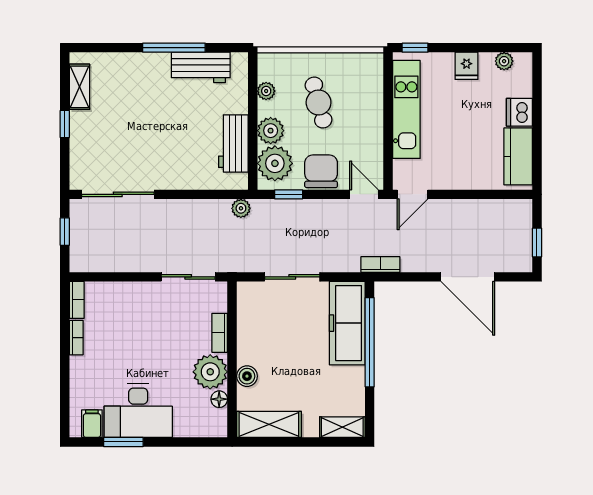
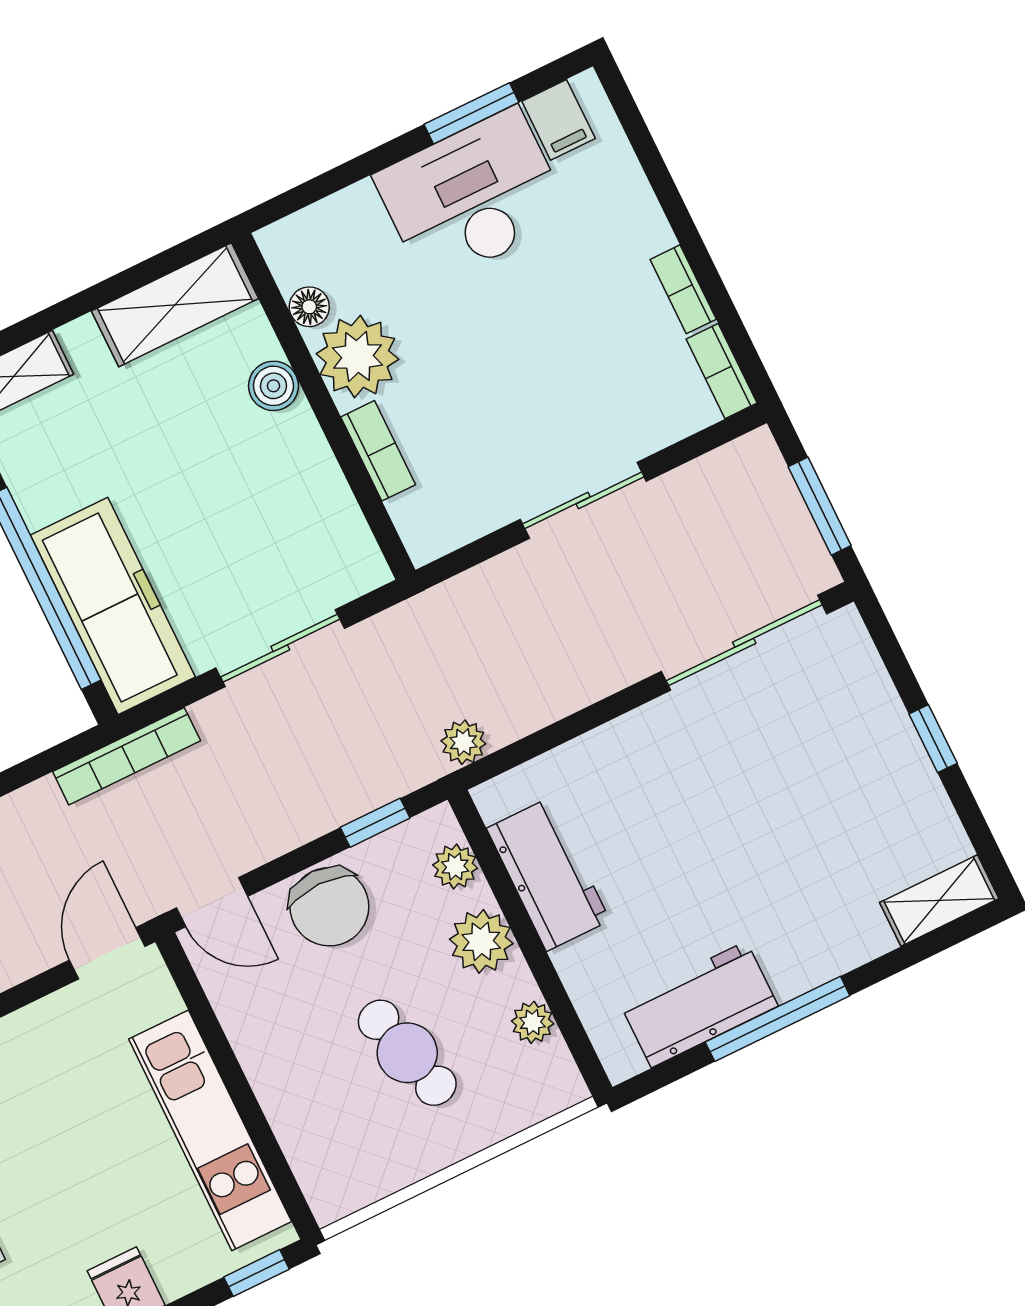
shelving: (80, 87) -> (939, 901), moved, turned 90
plant: (275, 163) -> (455, 867), width x0.53, depth x0.53
window: (65, 232) -> (820, 506), width x1.50
bookcase: (380, 264) -> (127, 756), width x1.56
sliding door: (188, 277) -> (583, 500), moved

